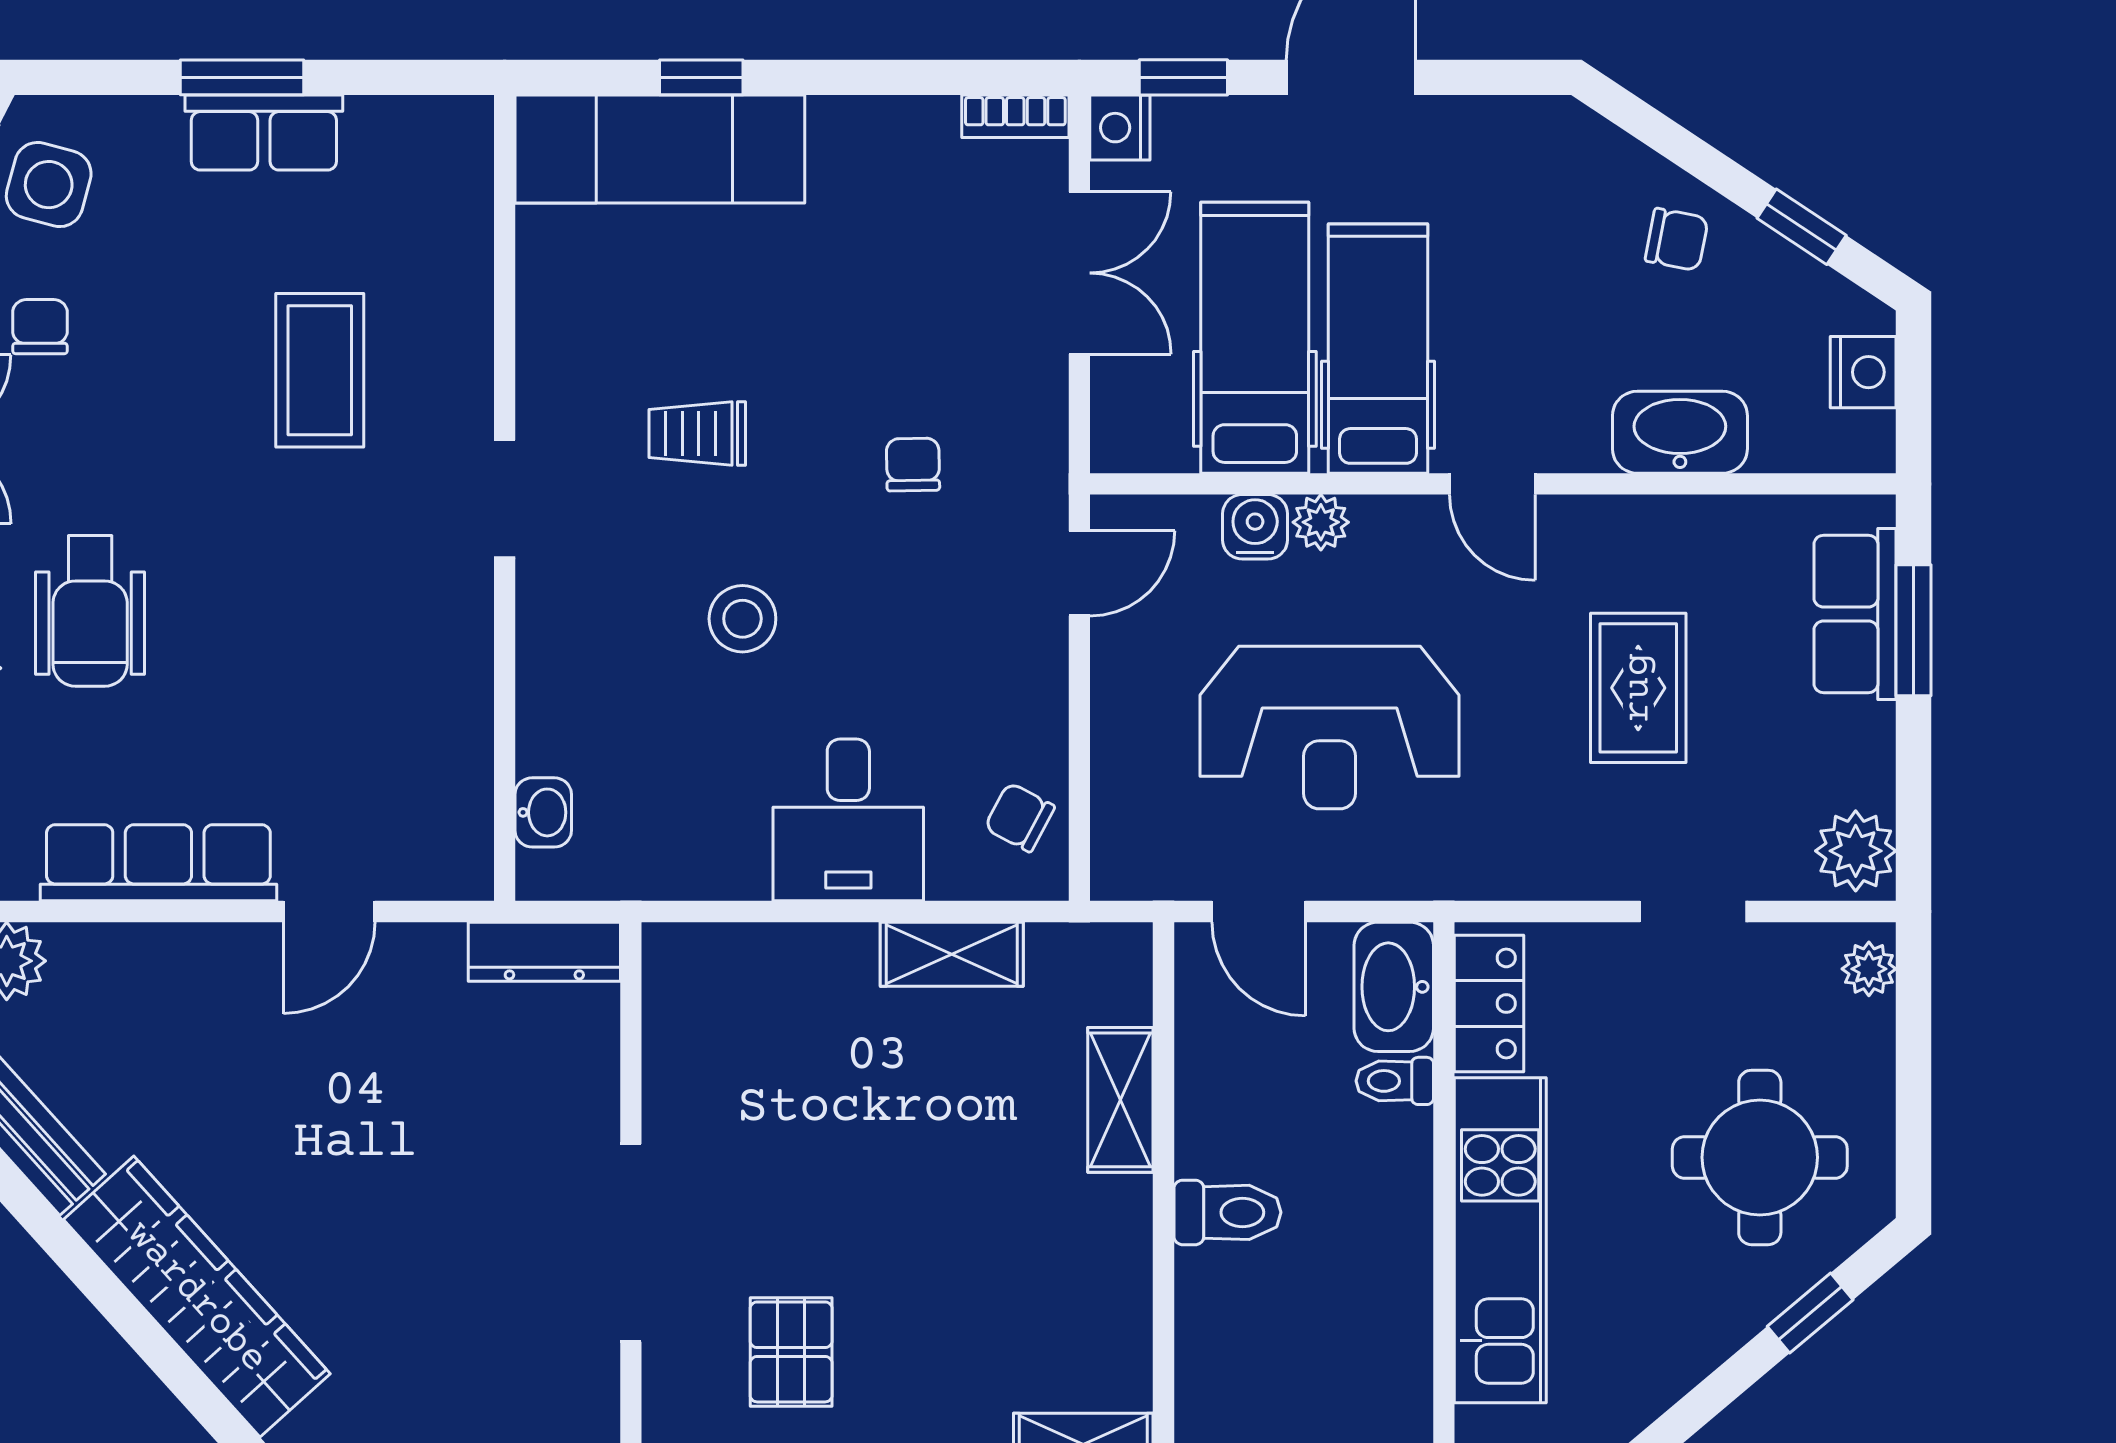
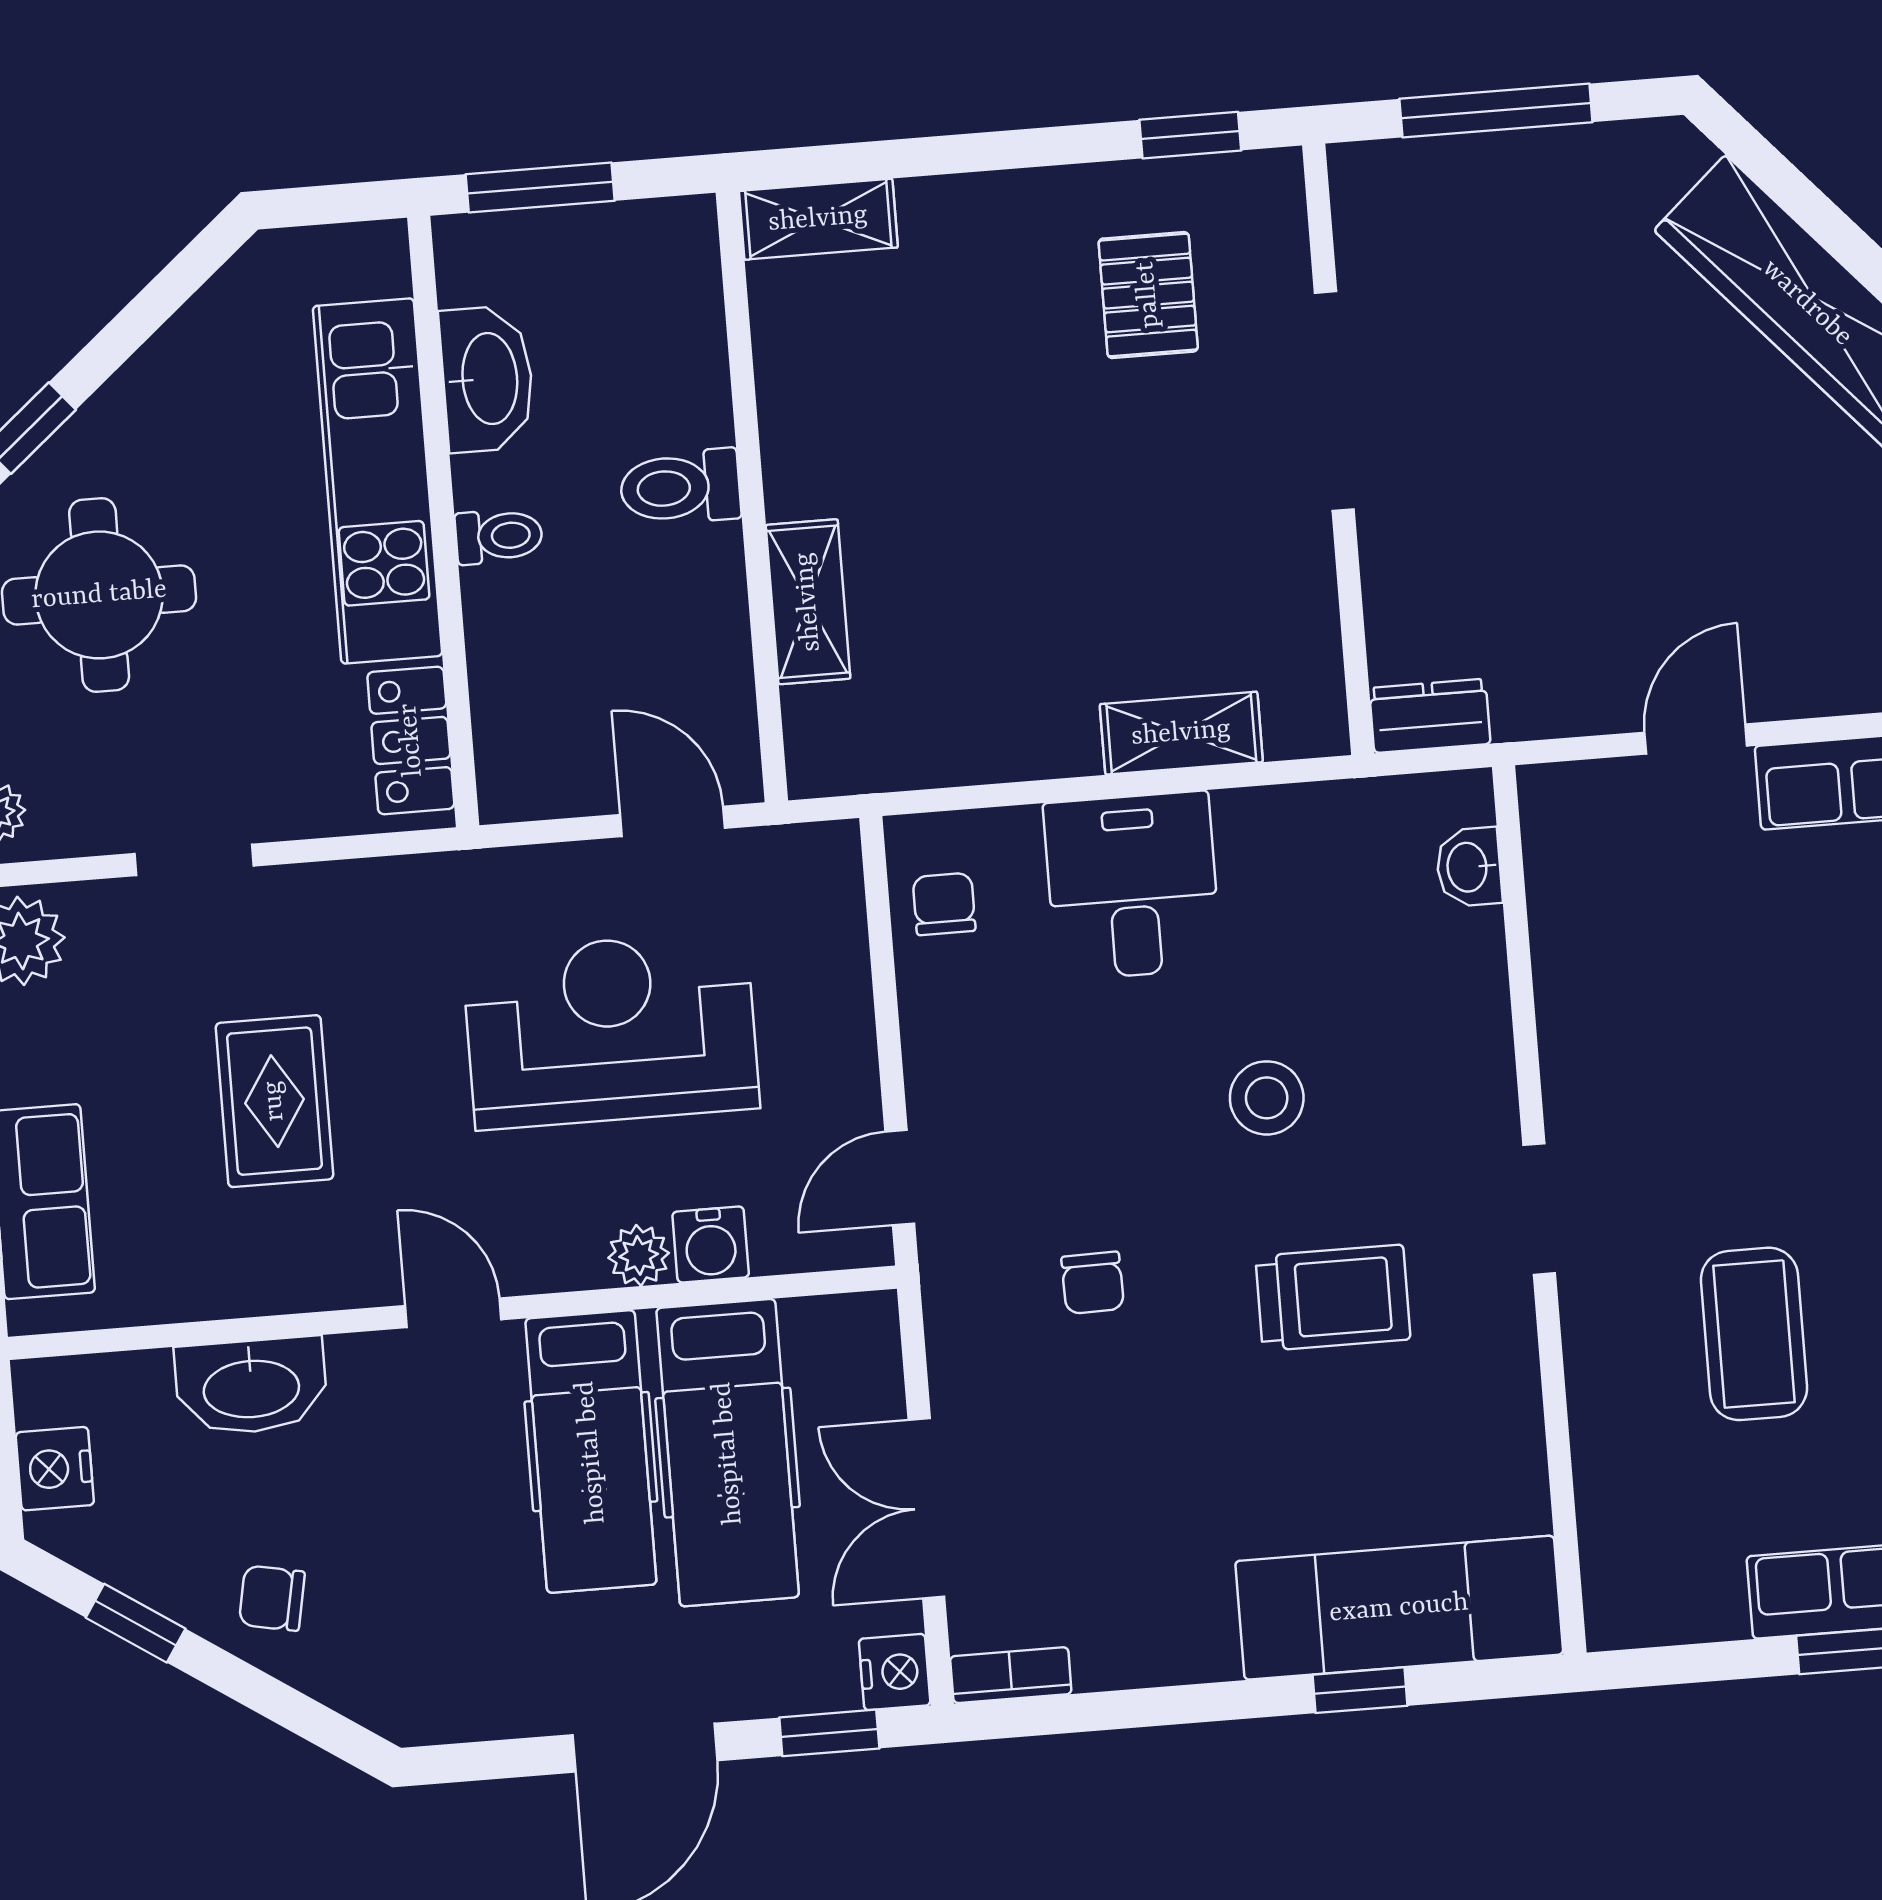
trolley: (697, 434) -> (1333, 1298), width x1.36, depth x1.39
chair: (1020, 817) -> (944, 904), turned -118
dresser: (544, 952) -> (1430, 716), width x0.70
shelving: (952, 954) -> (1181, 733), moved
washbasin: (1394, 987) -> (487, 379), moved
toilet: (1395, 1081) -> (499, 536), moved

